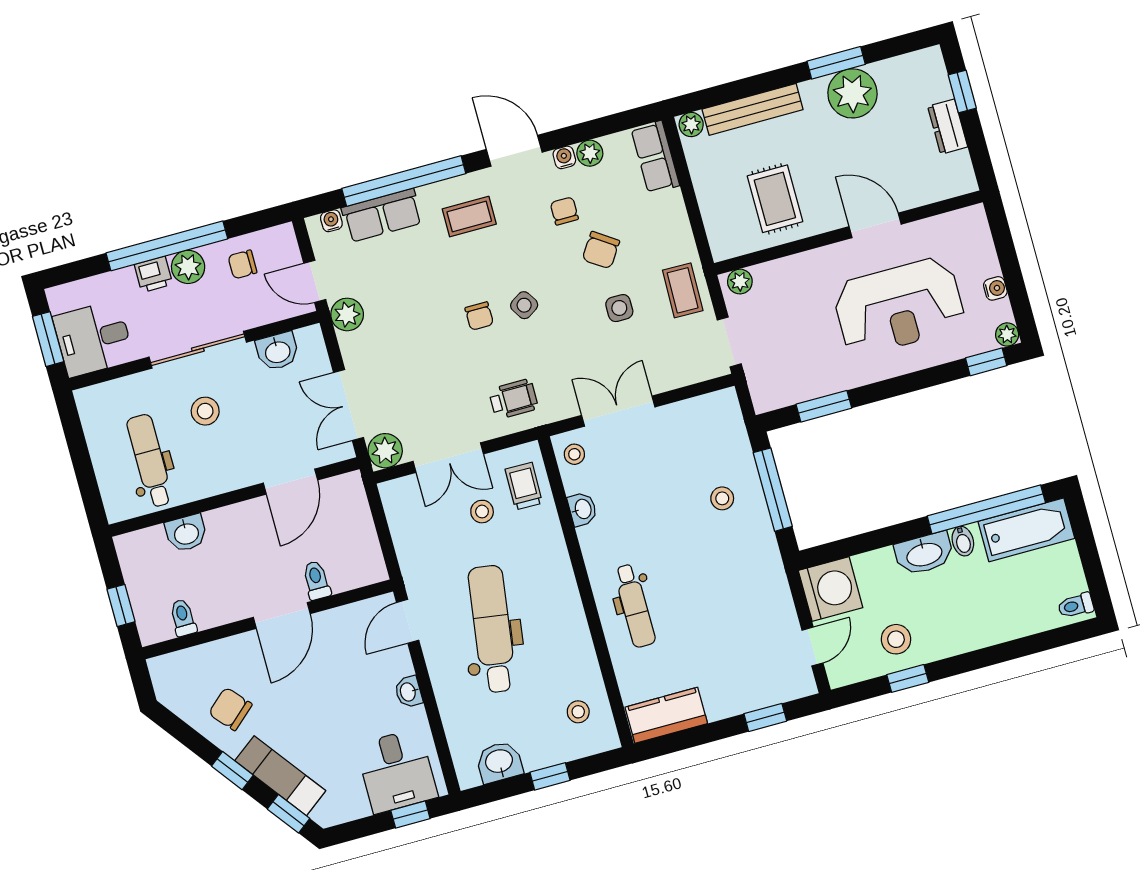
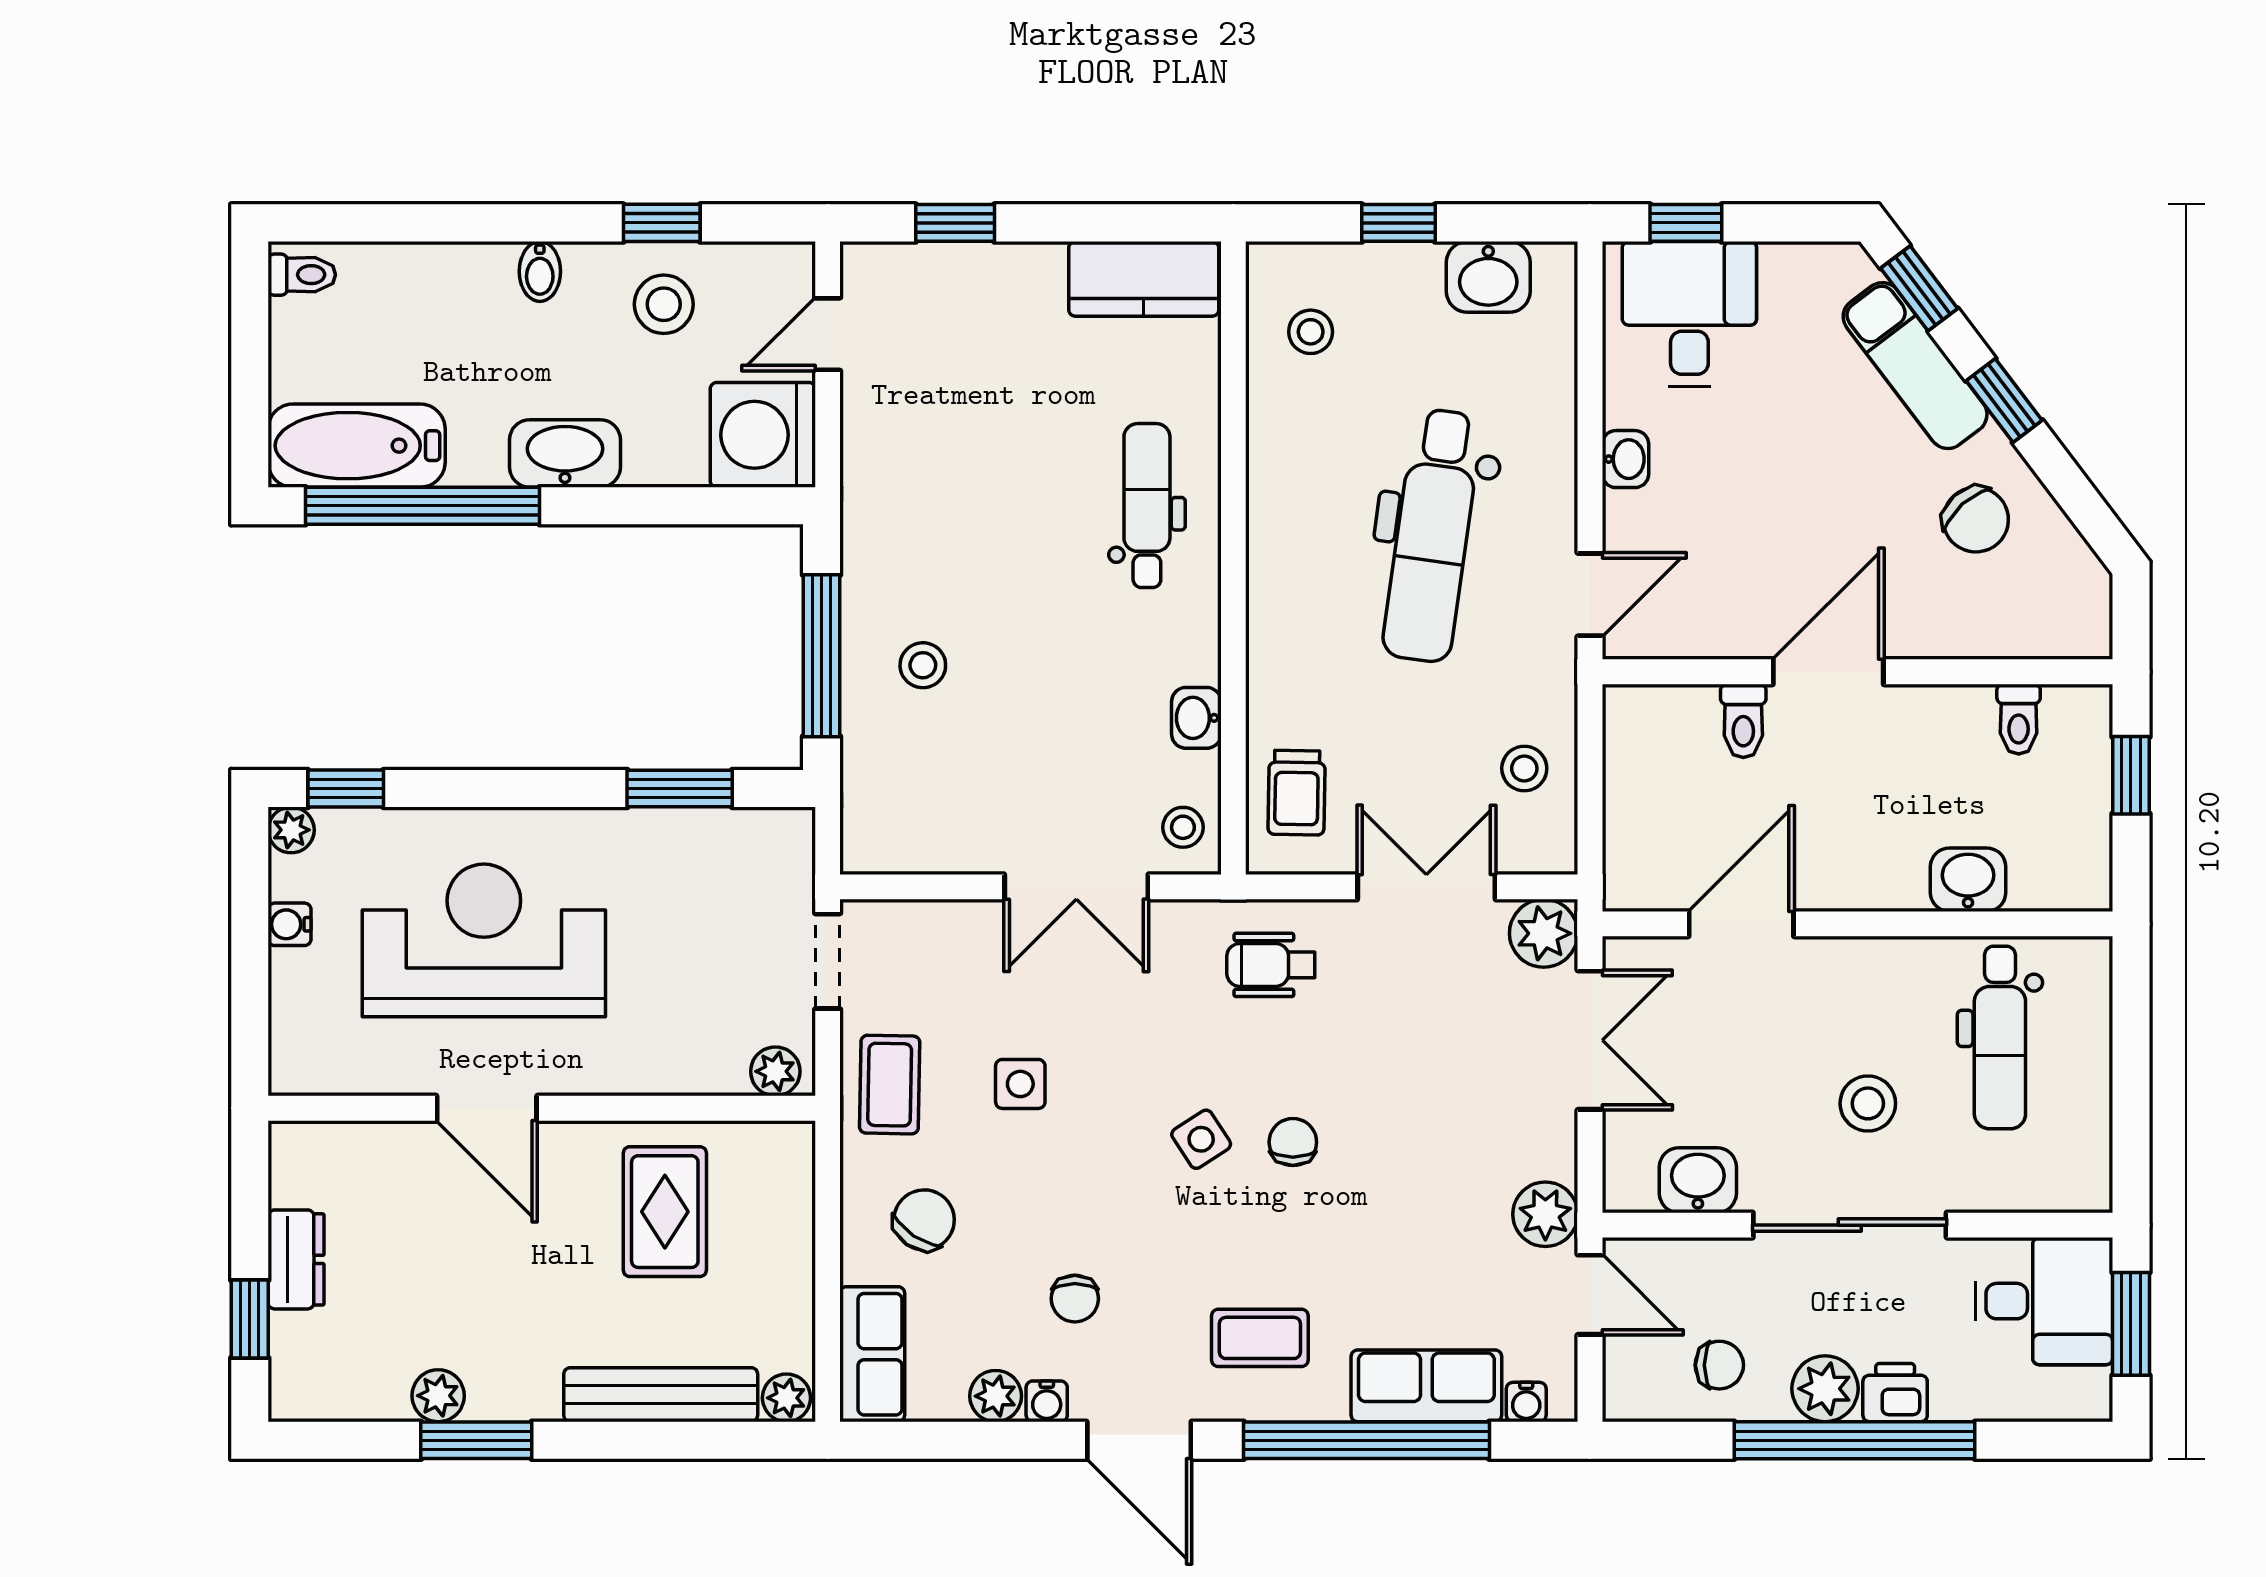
plant: (852, 93) -> (438, 1396), width x0.53, depth x0.53
chair: (601, 250) -> (924, 1220), moved
stool: (482, 512) -> (1524, 768), moved
bidet: (963, 541) -> (540, 271), moved, turned 180

